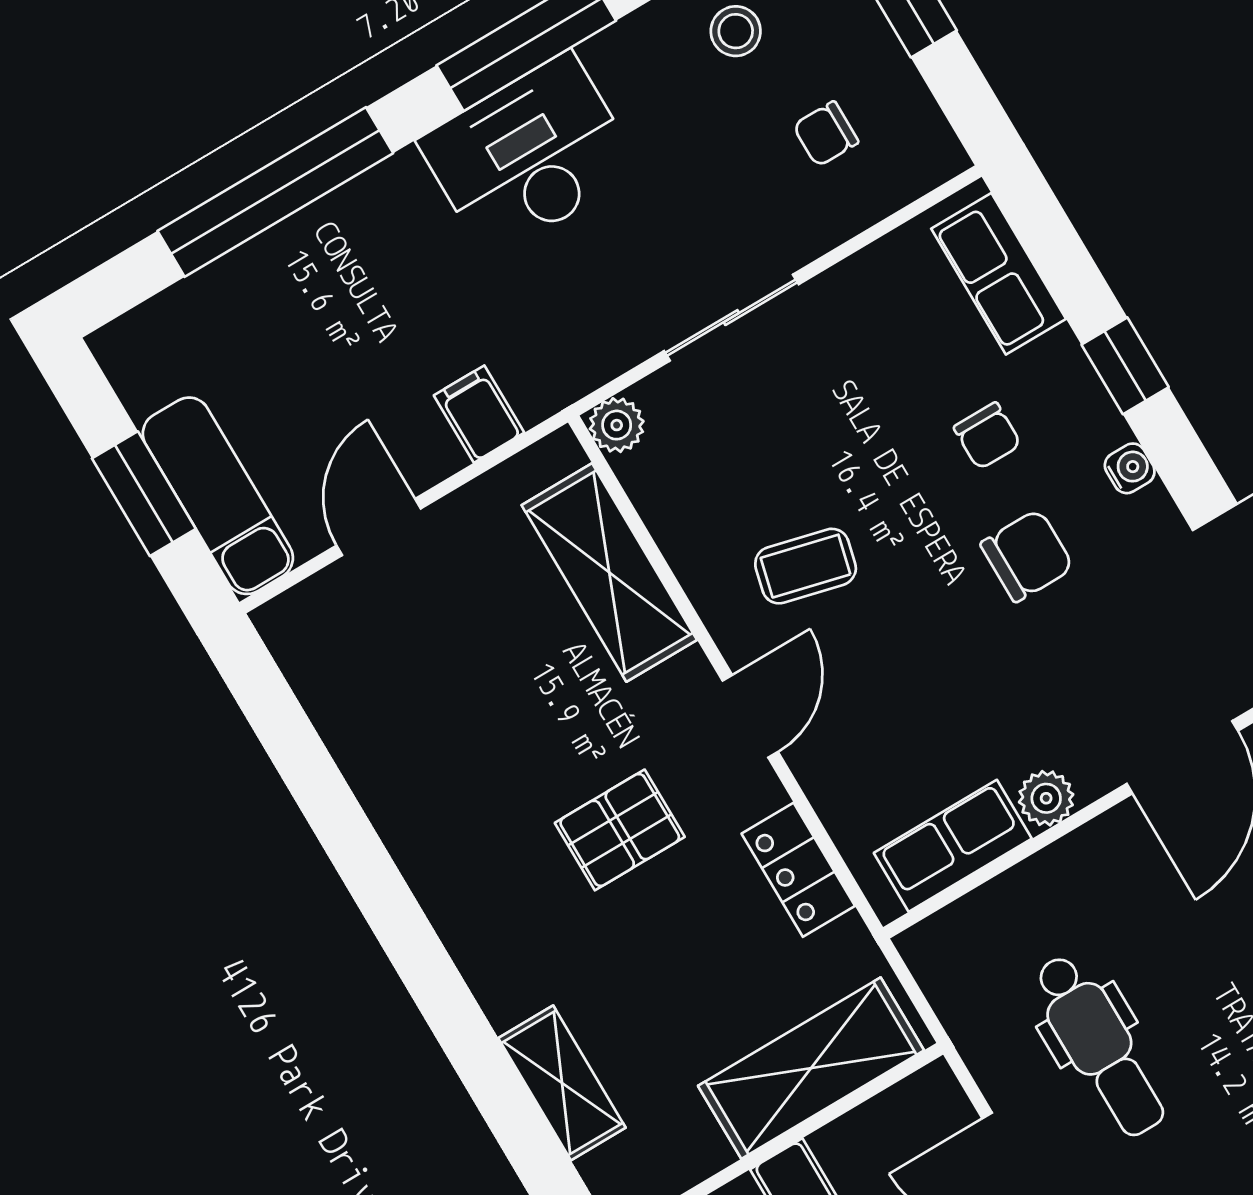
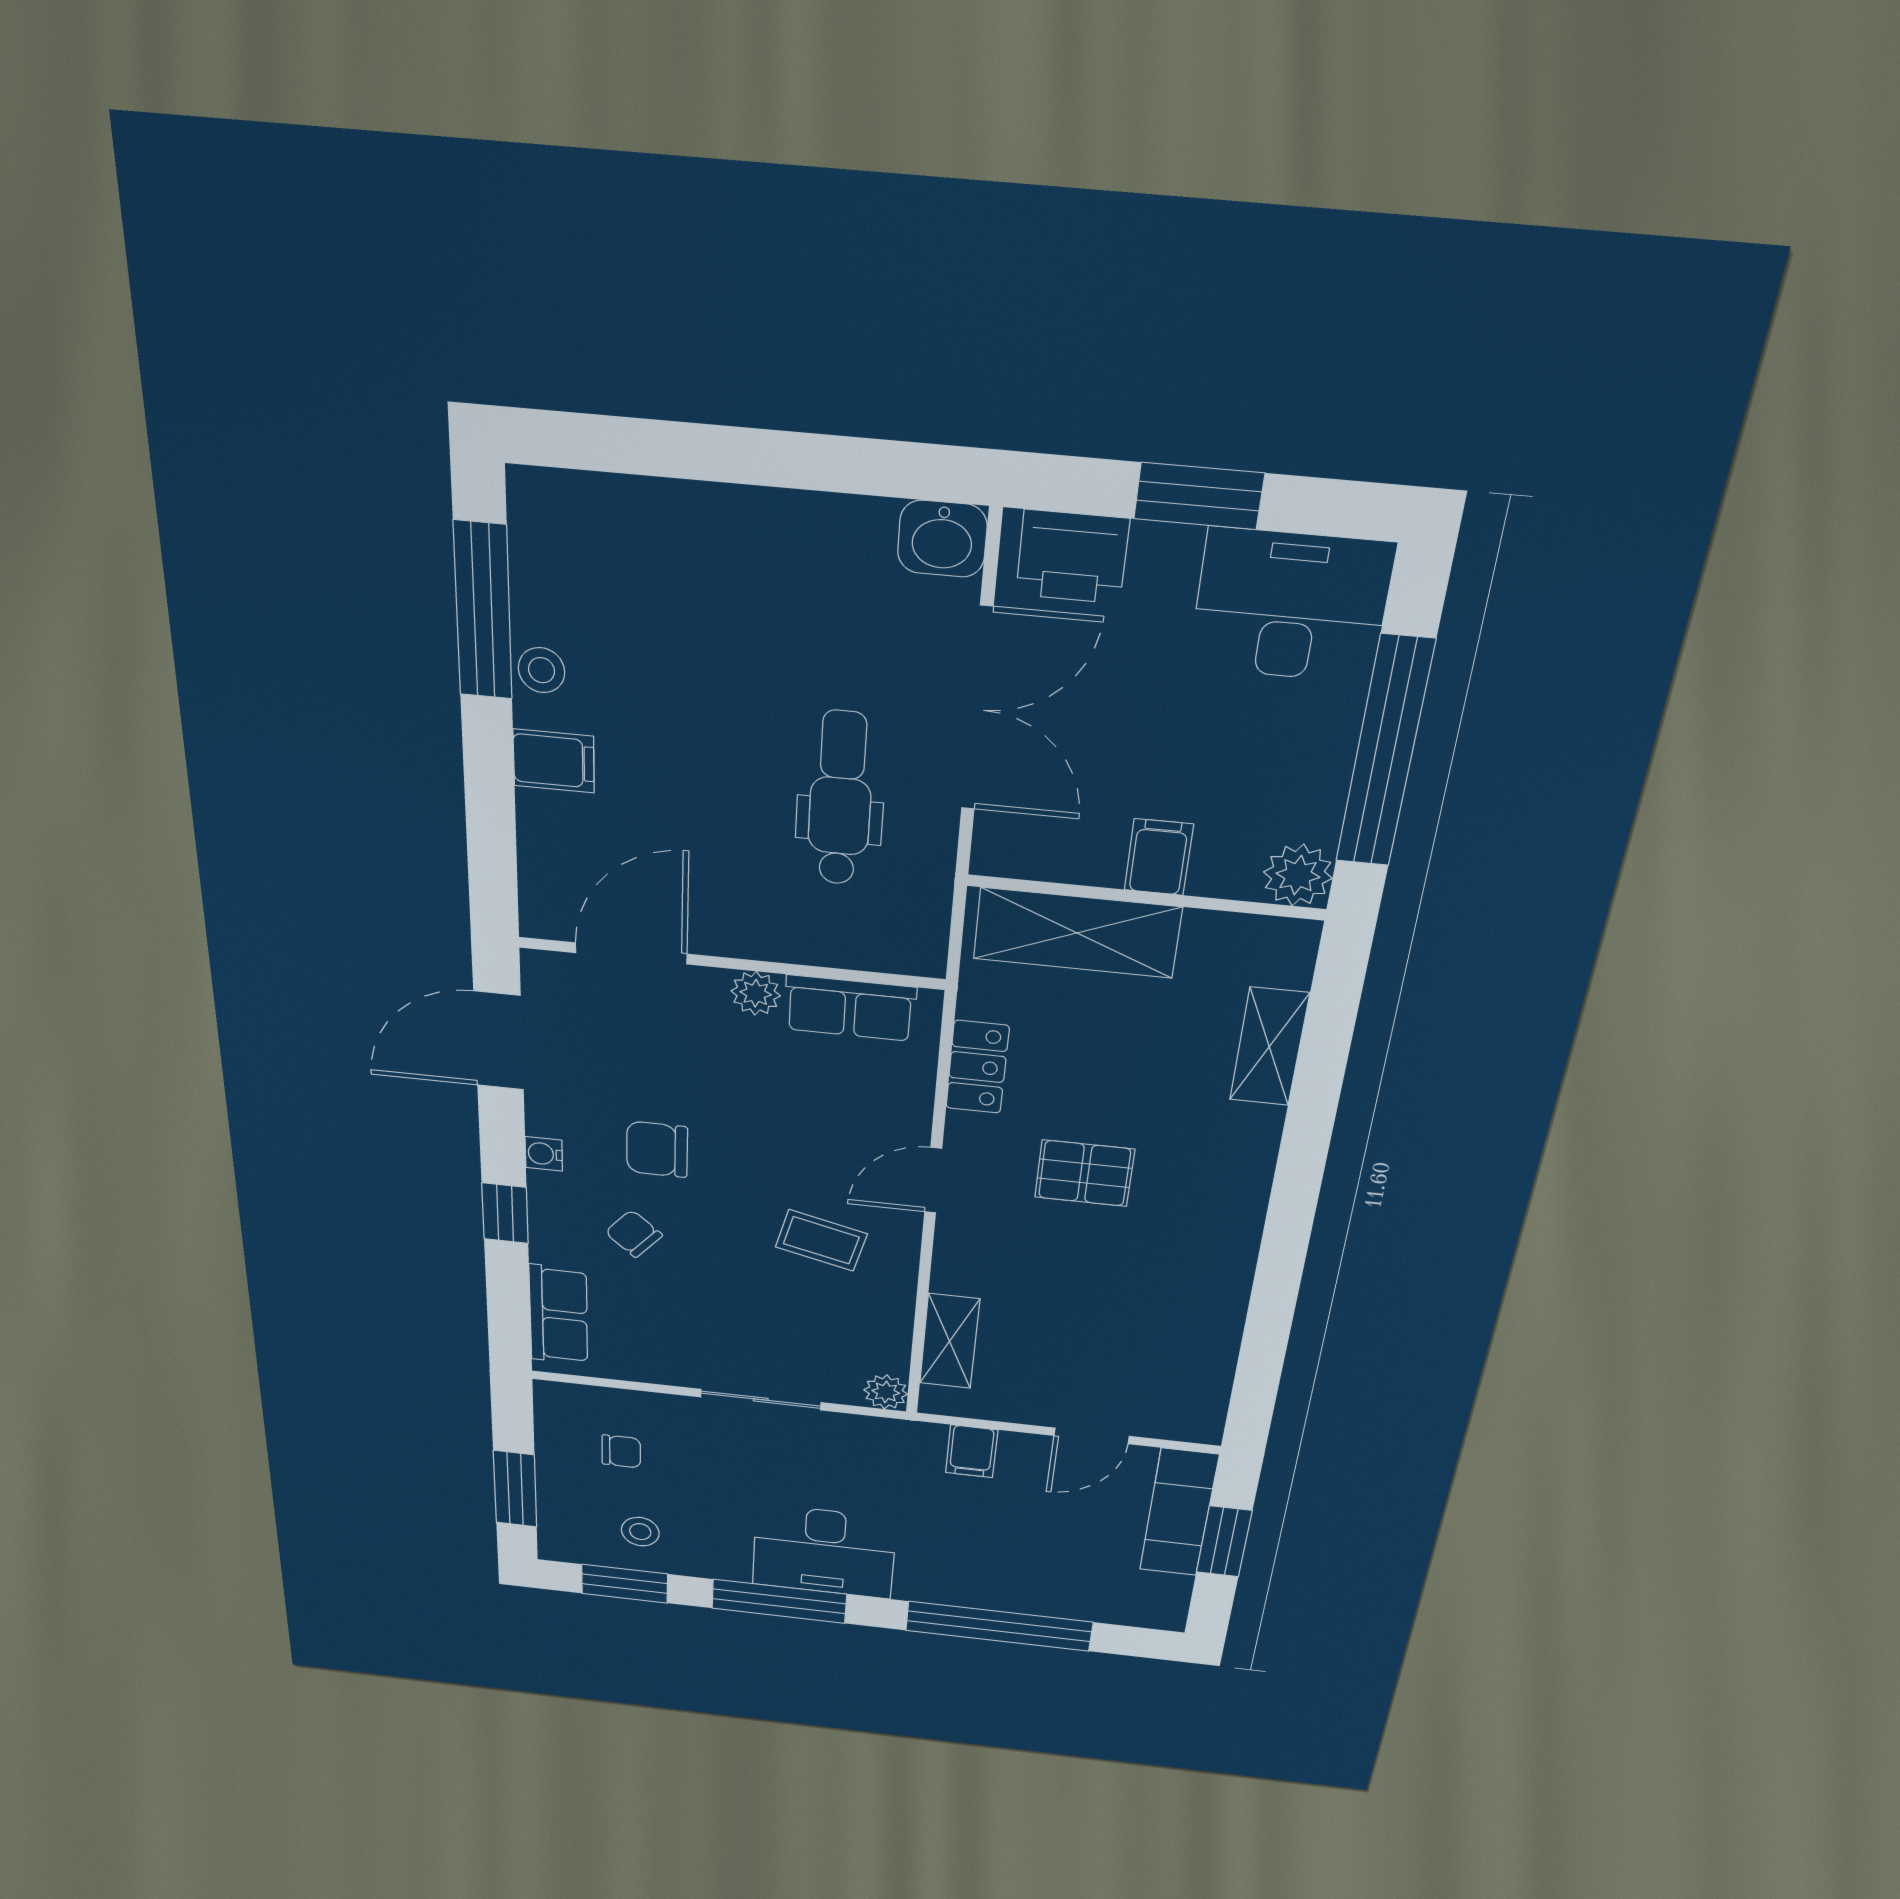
chair: (987, 436) -> (634, 1234), turned -49
shelving: (609, 573) -> (950, 1341), width x0.67, depth x0.75

